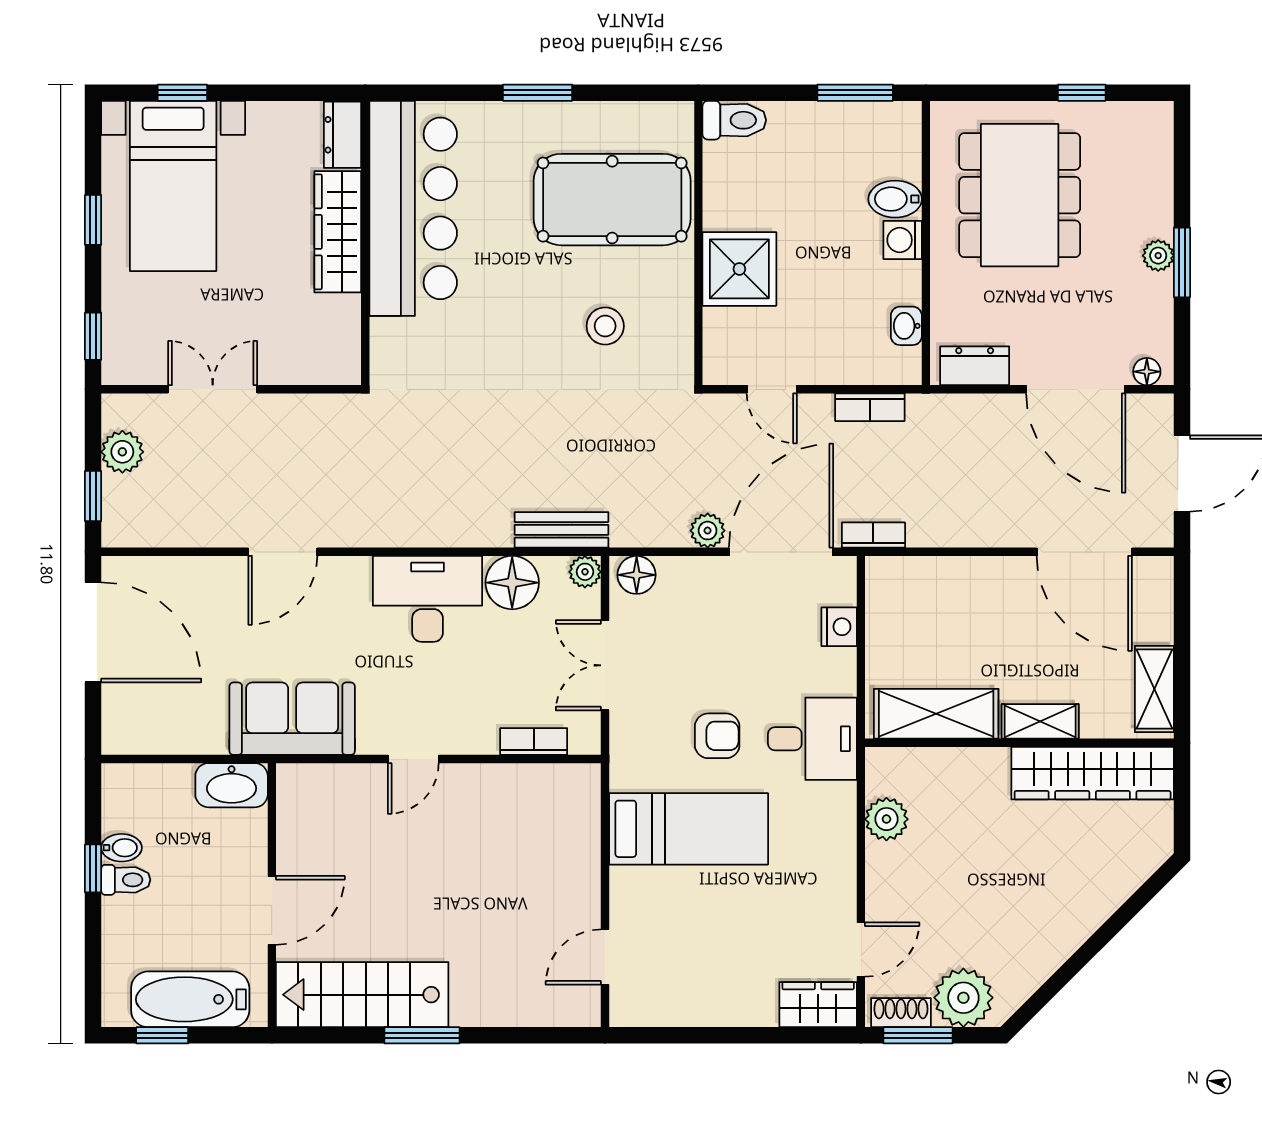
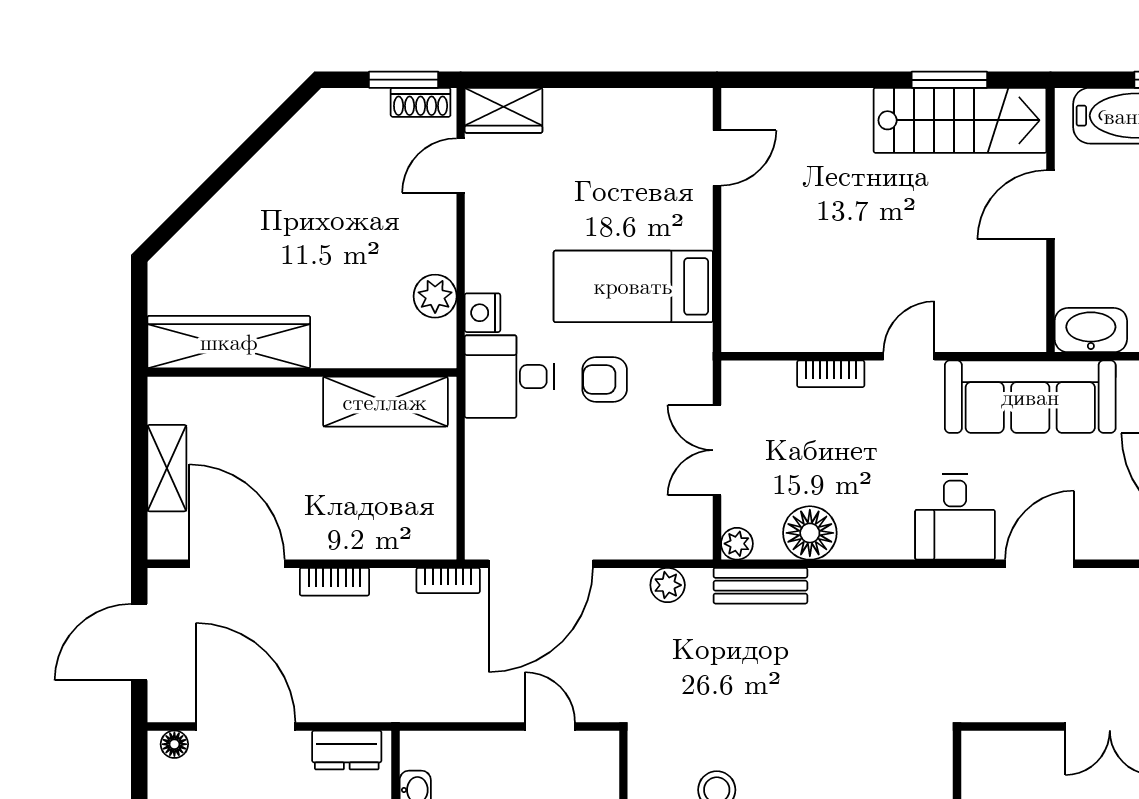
bookcase: (870, 407) -> (334, 582), moved, turned 180
plant: (708, 531) -> (668, 585), moved
floor lamp: (637, 575) -> (685, 541), removed
desk: (428, 599) -> (955, 517), moved, width x0.73
nightstand: (839, 627) -> (482, 313), moved
double door: (605, 665) -> (717, 450), swing flipped
shelving: (1154, 689) -> (167, 468), moved
sofa: (292, 719) -> (1030, 397), width x1.36
shelving: (1040, 721) -> (281, 394), removed
bookcase: (534, 742) -> (831, 374), moved
plant: (963, 998) -> (358, 117), removed
window: (422, 1035) -> (949, 80), moved

